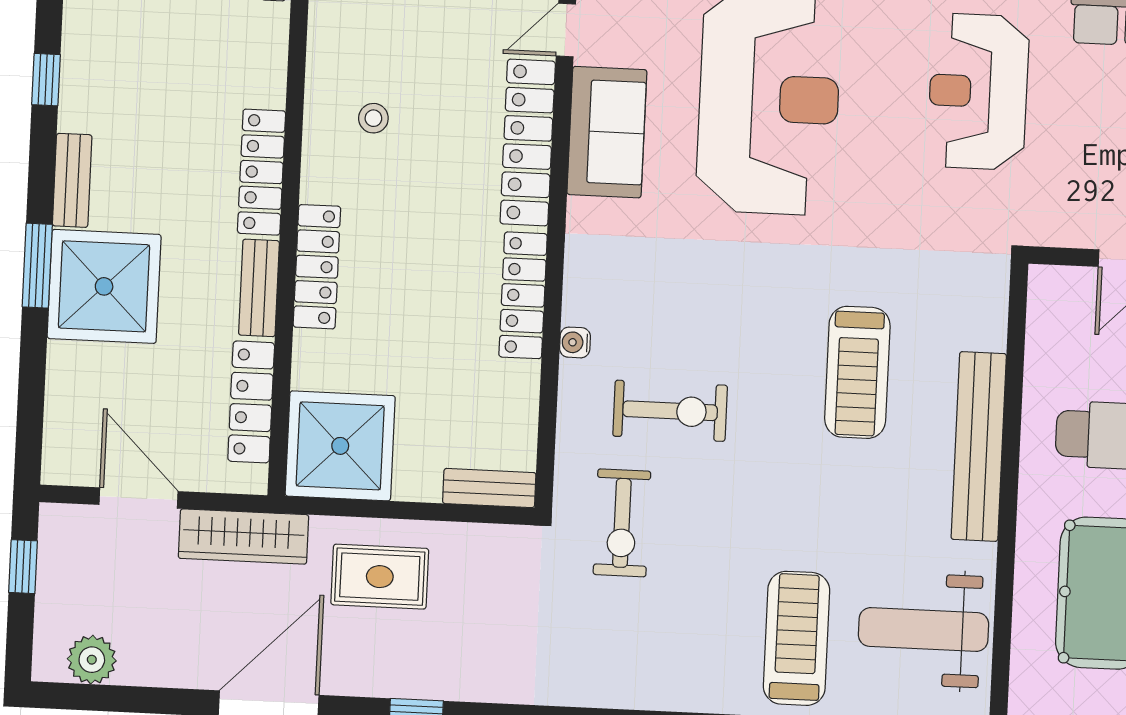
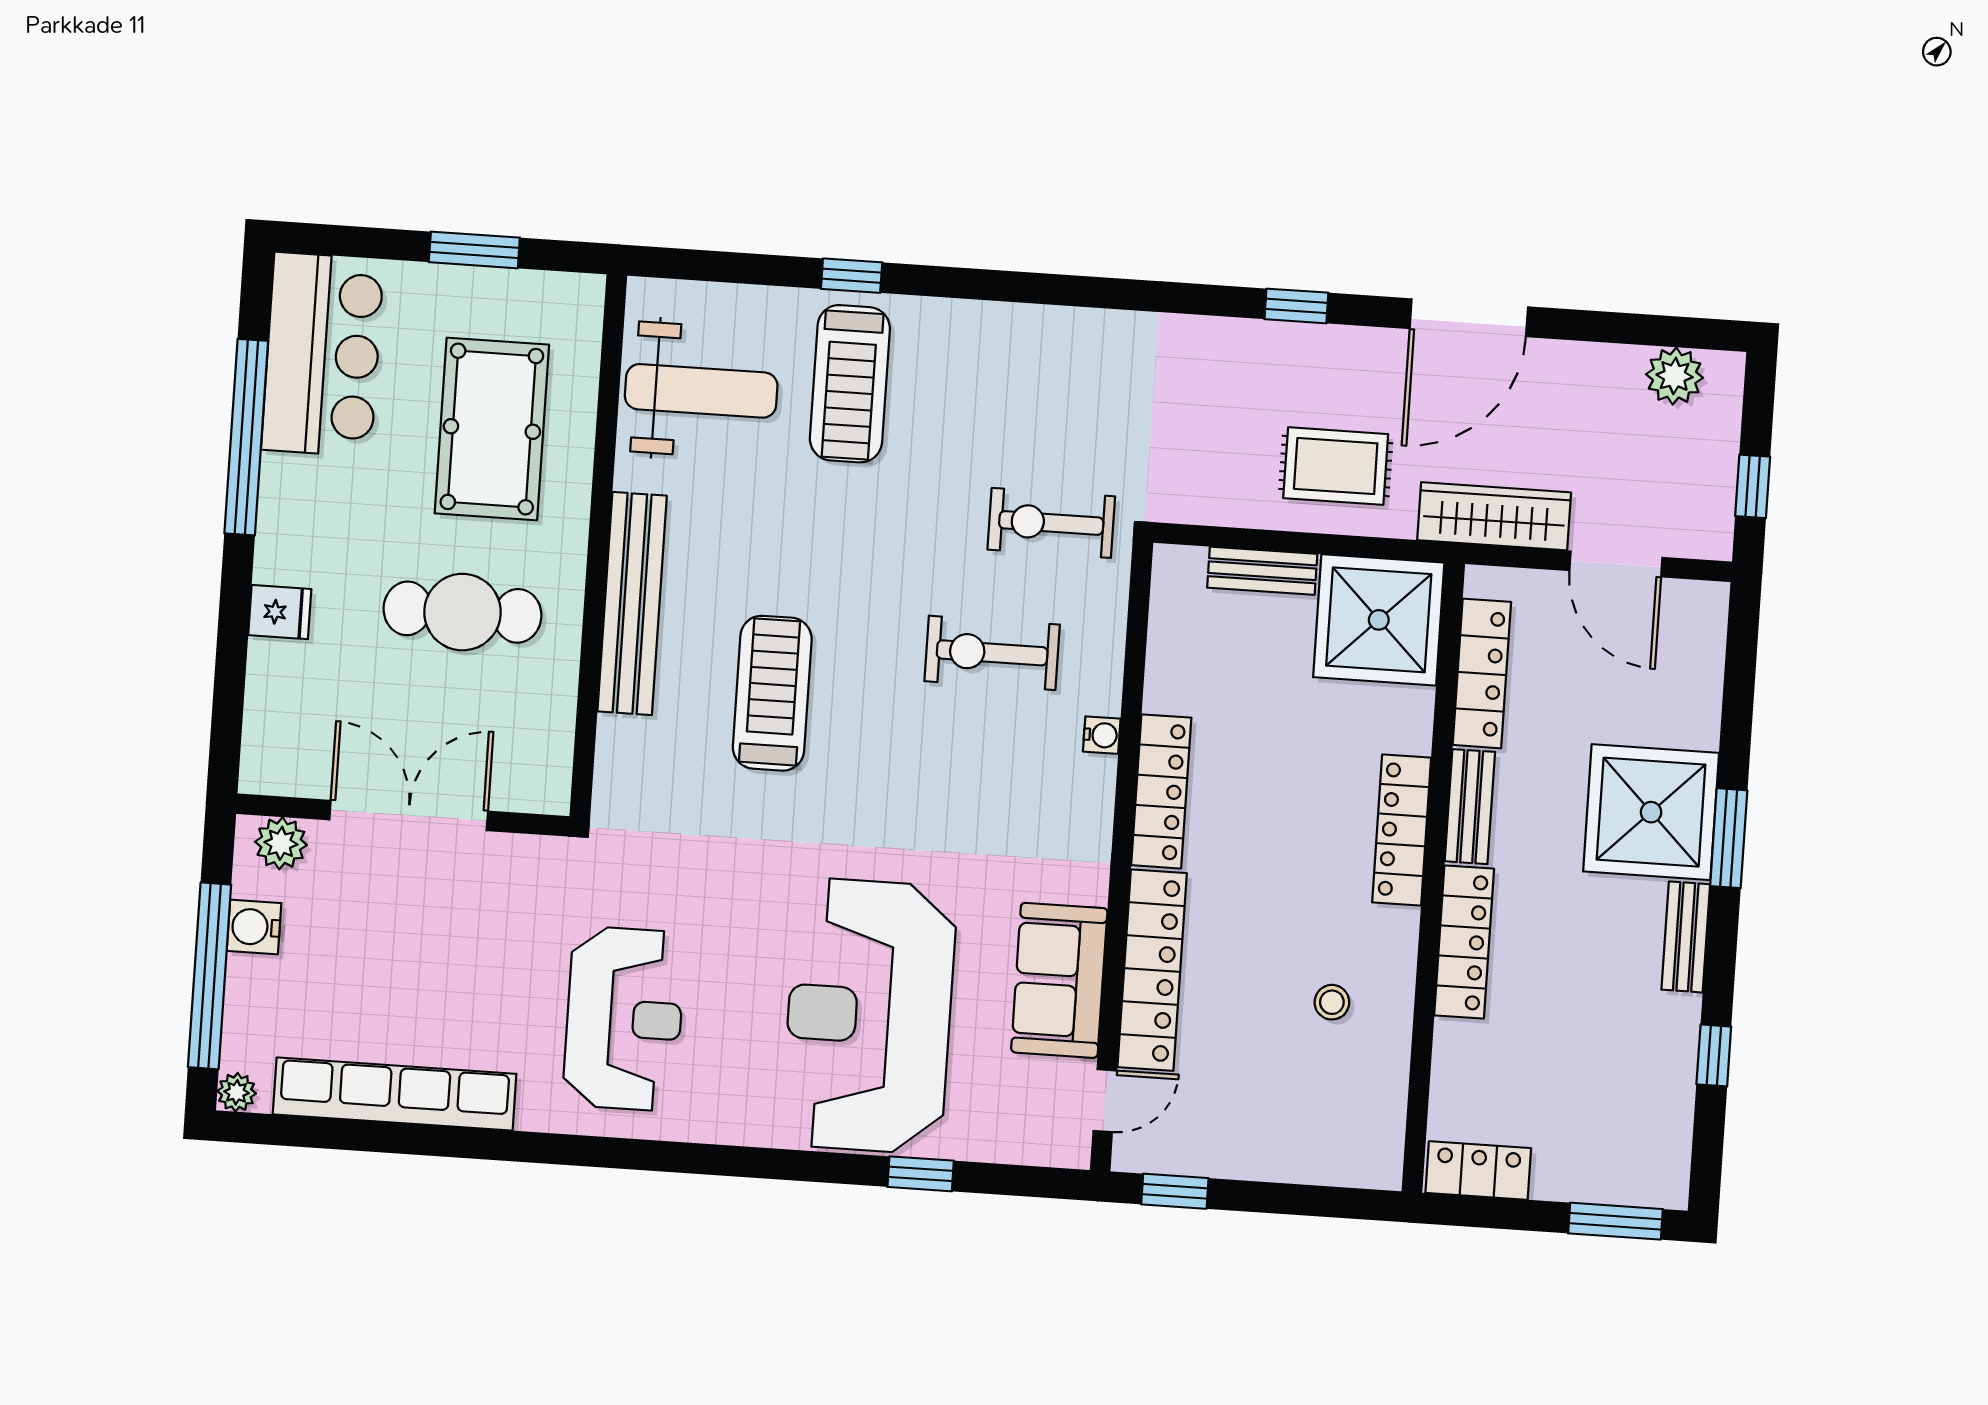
bench: (489, 488) -> (1262, 571), moved
exercise bike: (622, 523) -> (1051, 523), turned -90

